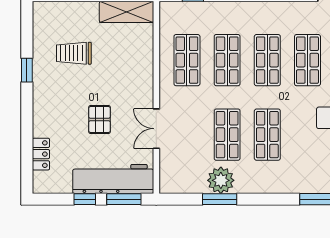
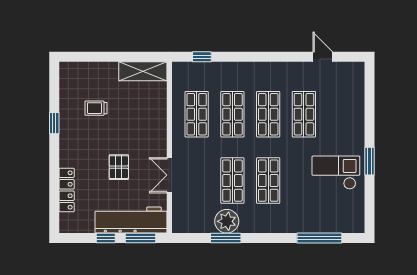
trolley: (74, 53) -> (96, 108), width x0.73, depth x0.72
locker: (41, 154) -> (67, 190), width x1.53

